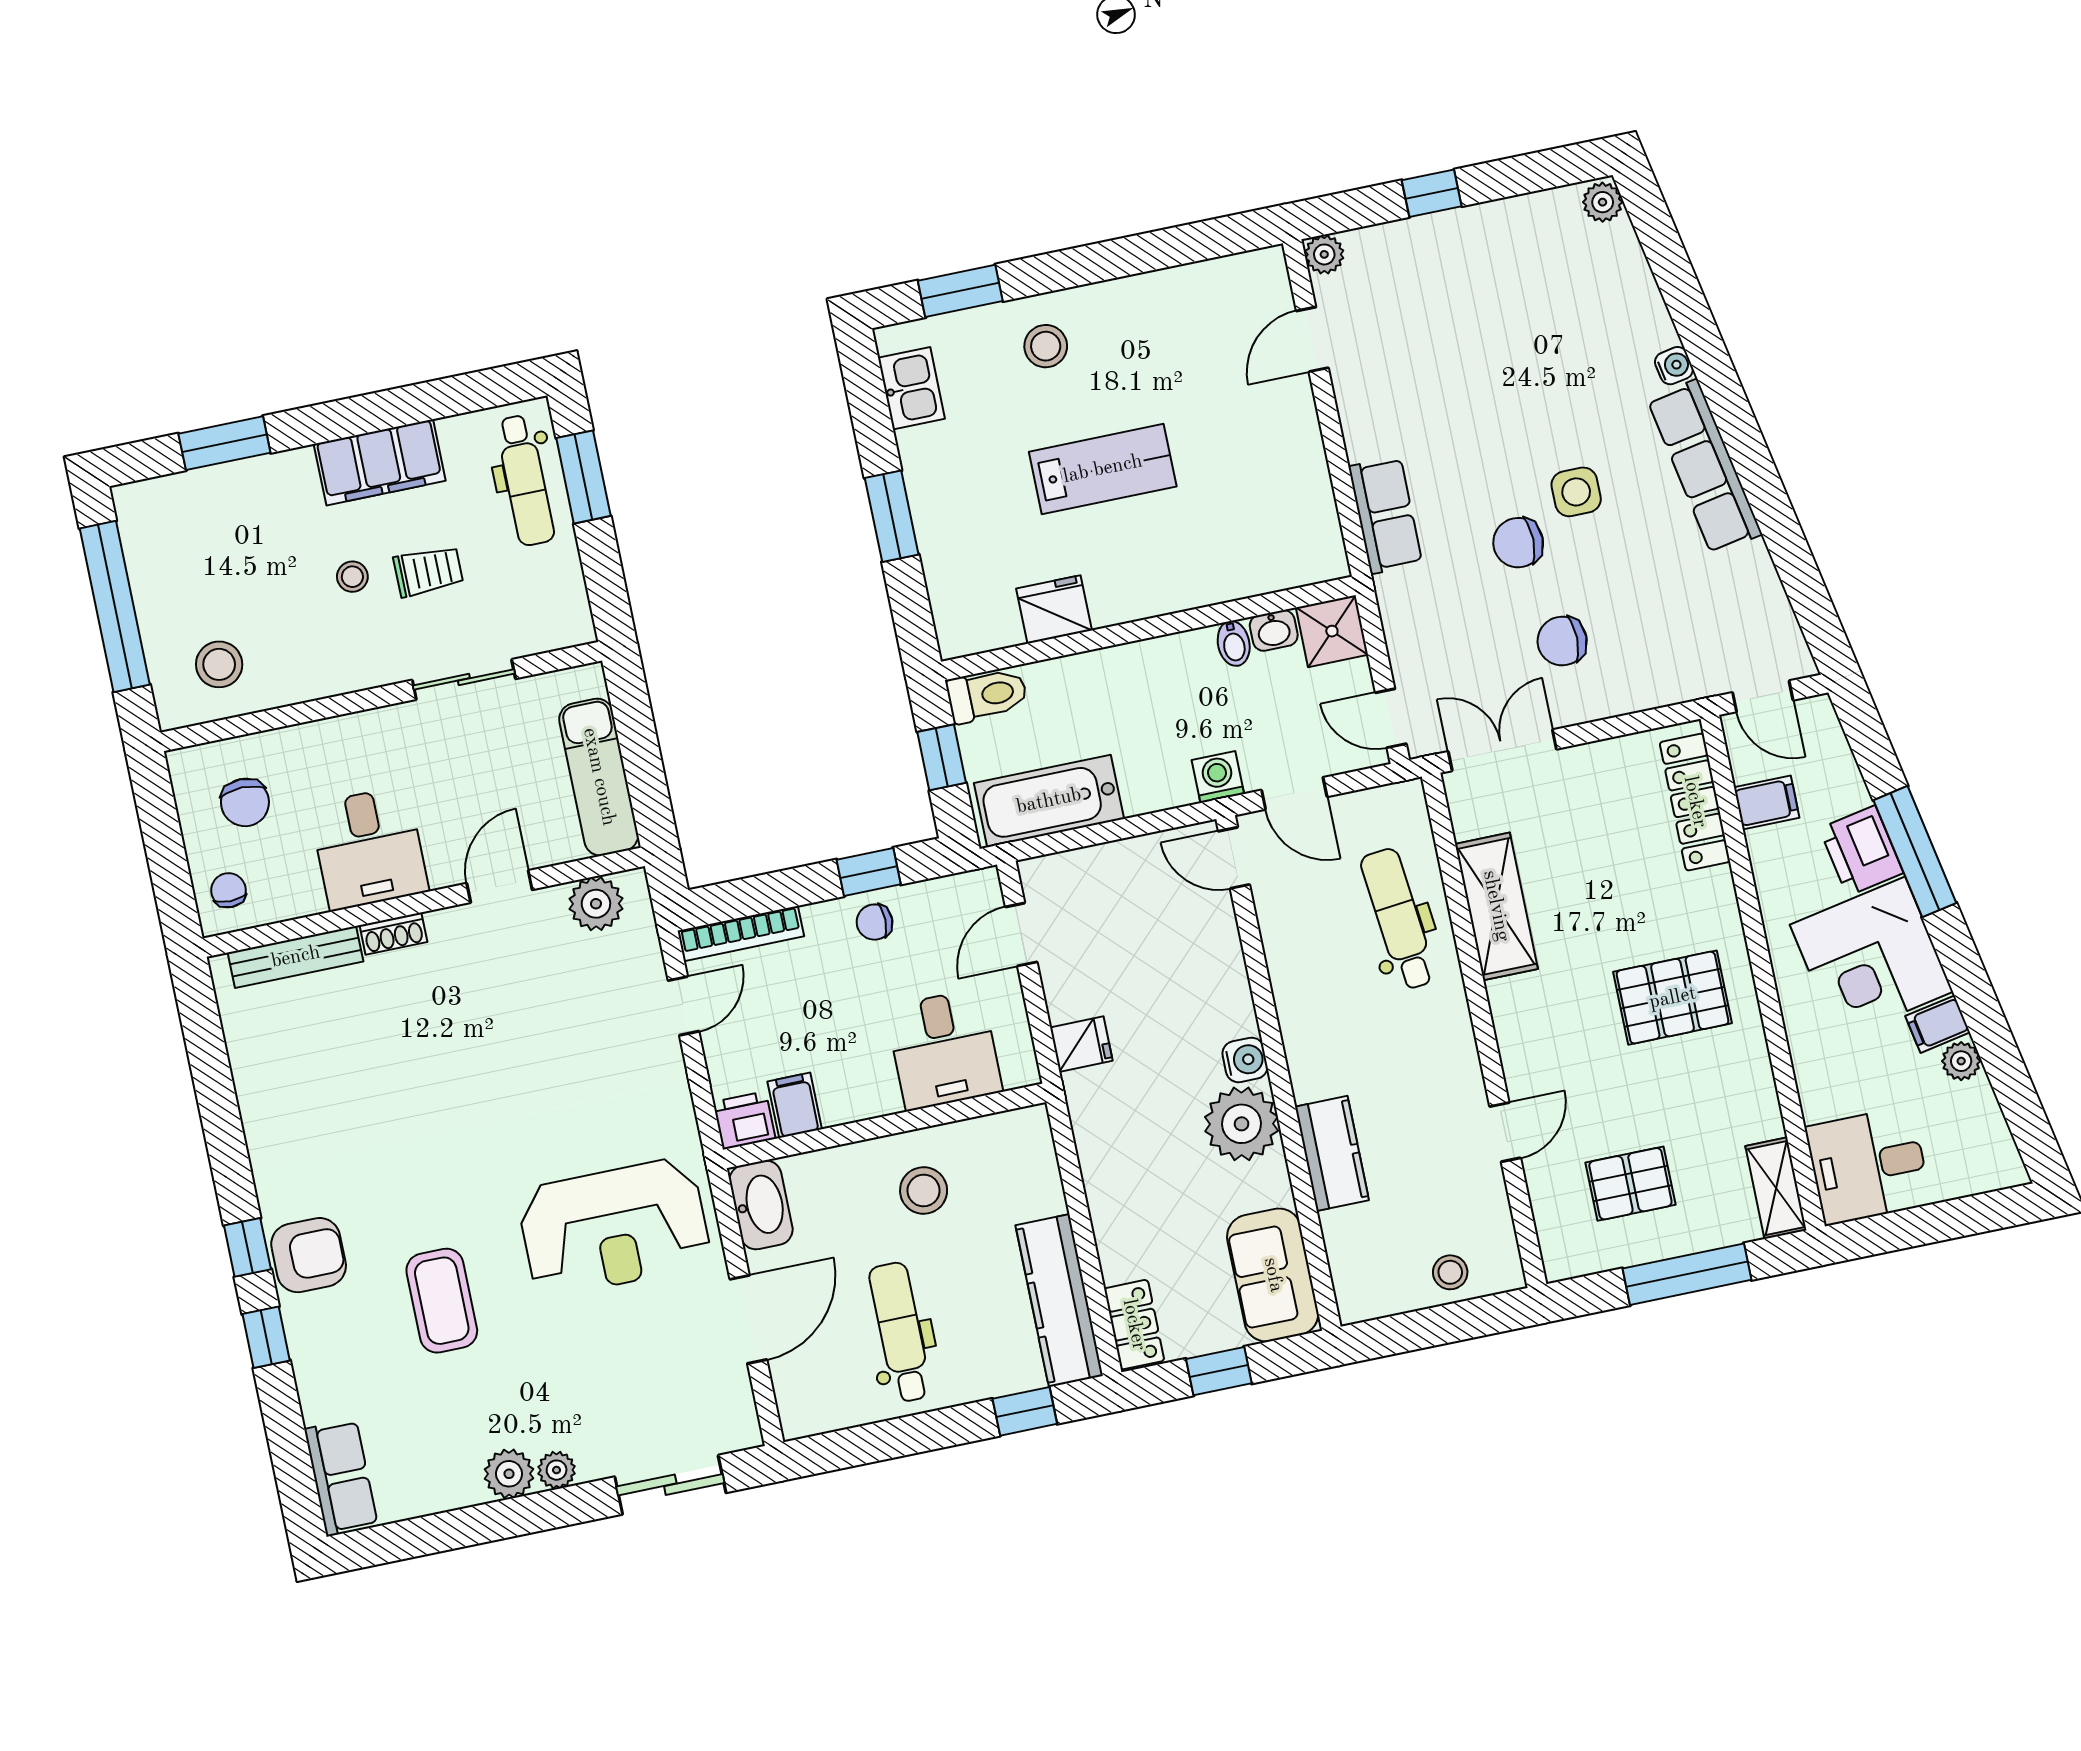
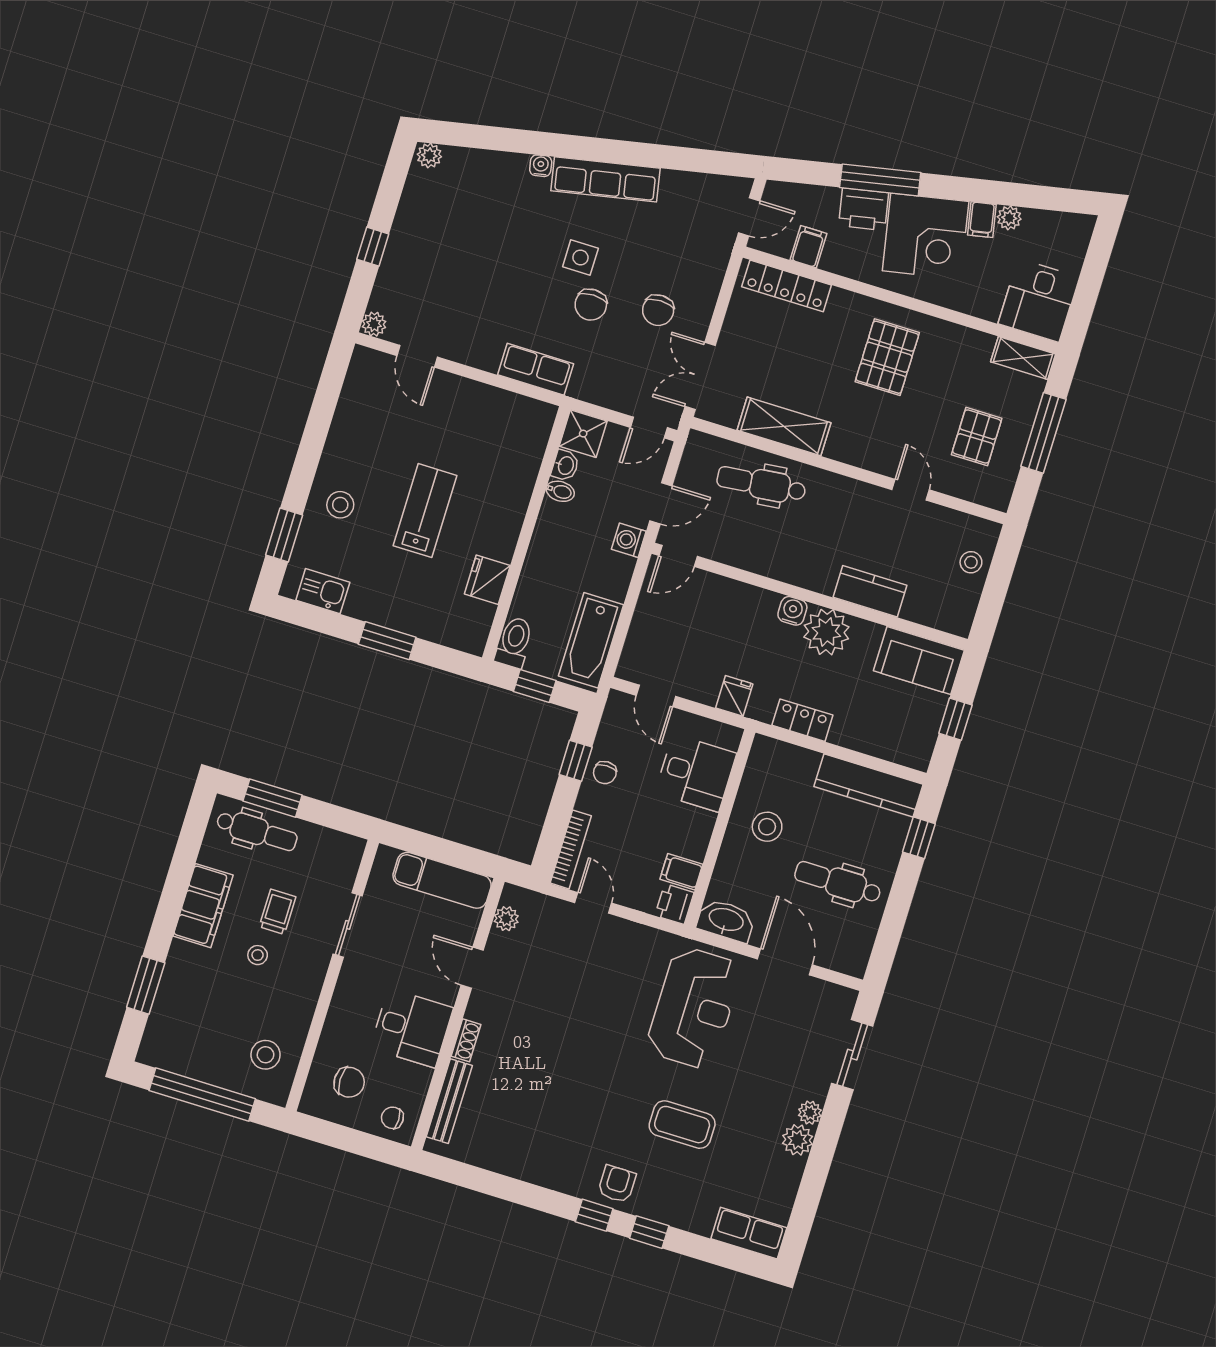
plant: (596, 904) -> (506, 919), width x0.73, depth x0.73
armchair: (309, 1255) -> (617, 1184), width x0.72, depth x0.72
locker: (1134, 1325) -> (802, 720), moved

